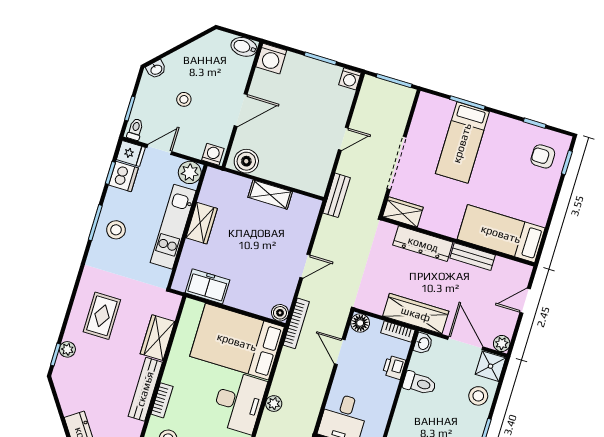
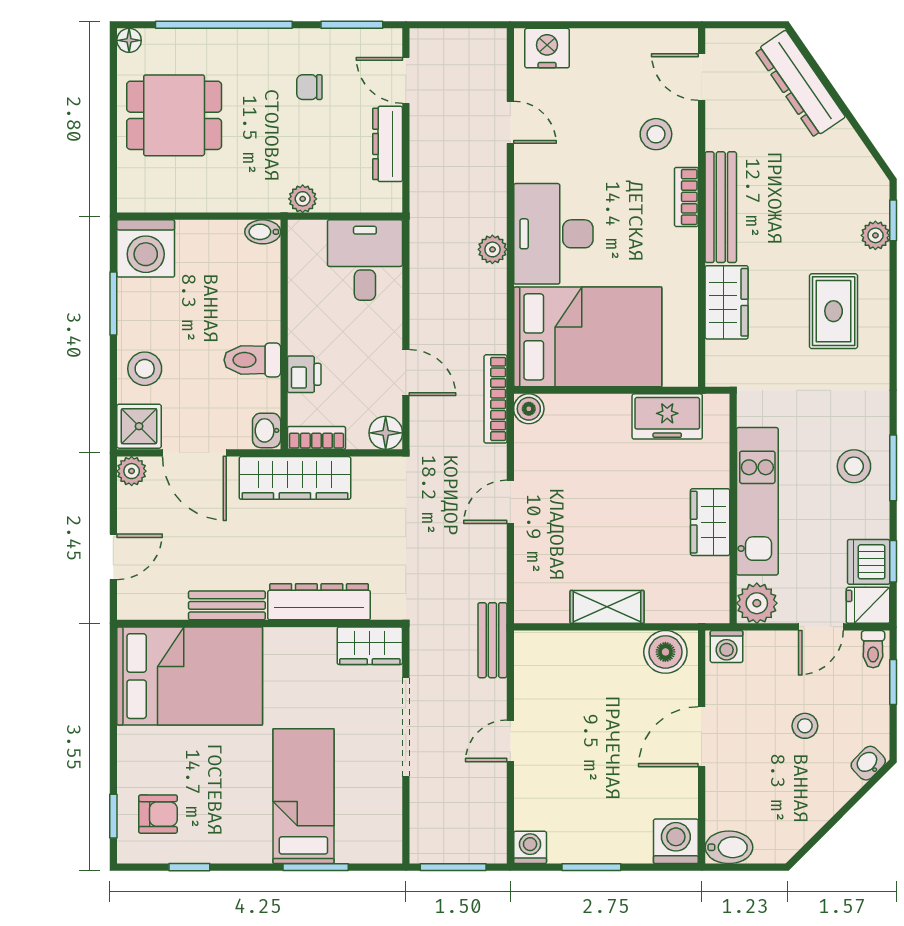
bed: (501, 234) -> (190, 676), width x1.50

